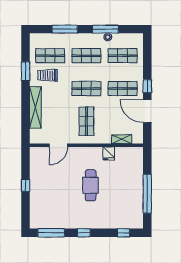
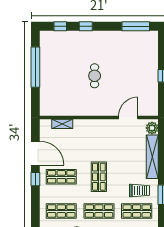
shop shelf: (86, 88) -> (99, 177), turned 90
shop shelf: (86, 121) -> (99, 143), removed
plant: (36, 135) -> (152, 128), added
fridge: (109, 153) -> (76, 109), removed
cafe table: (91, 185) -> (95, 76), width x0.73, depth x0.74
window: (84, 233) -> (86, 26), moved

